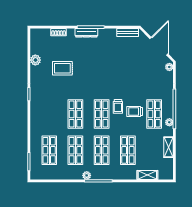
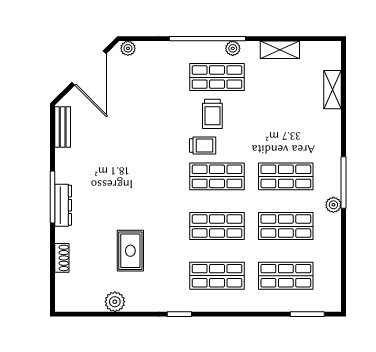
door: (159, 46) -> (89, 68), swing flipped
shop shelf: (128, 150) -> (217, 276), moved

